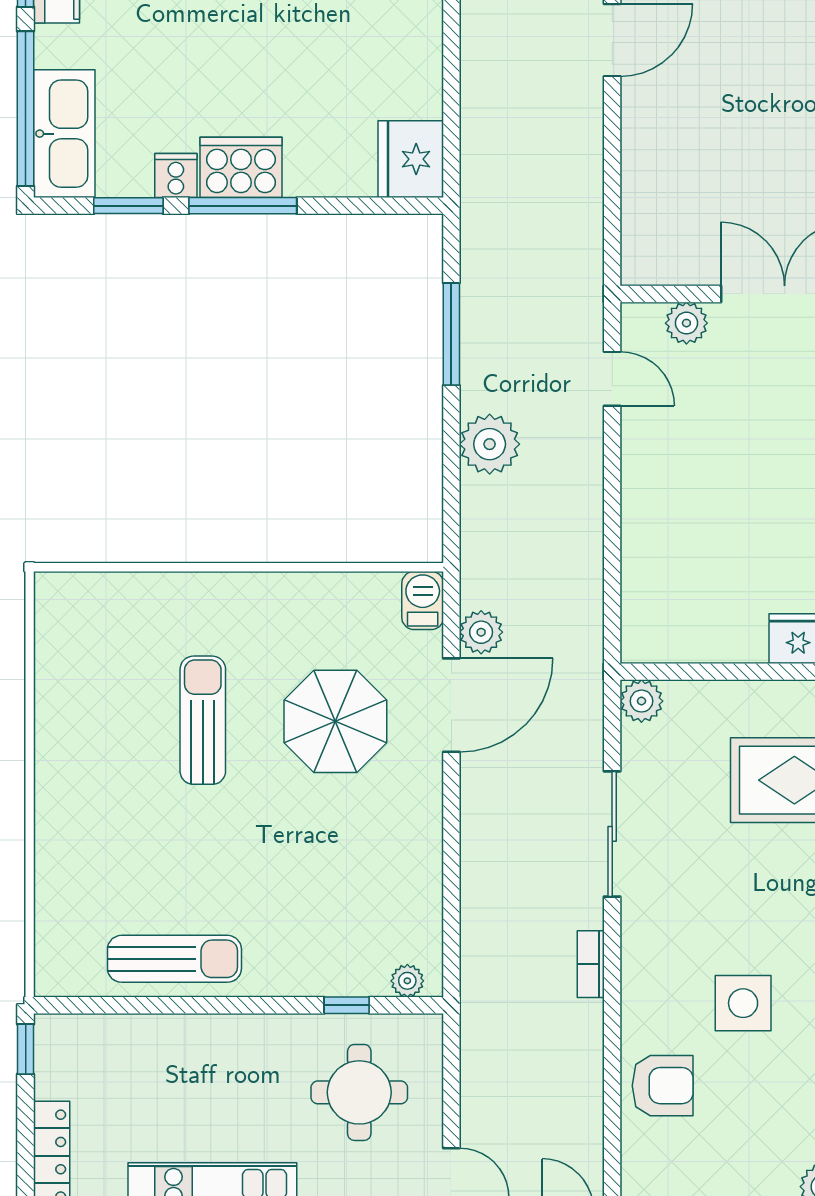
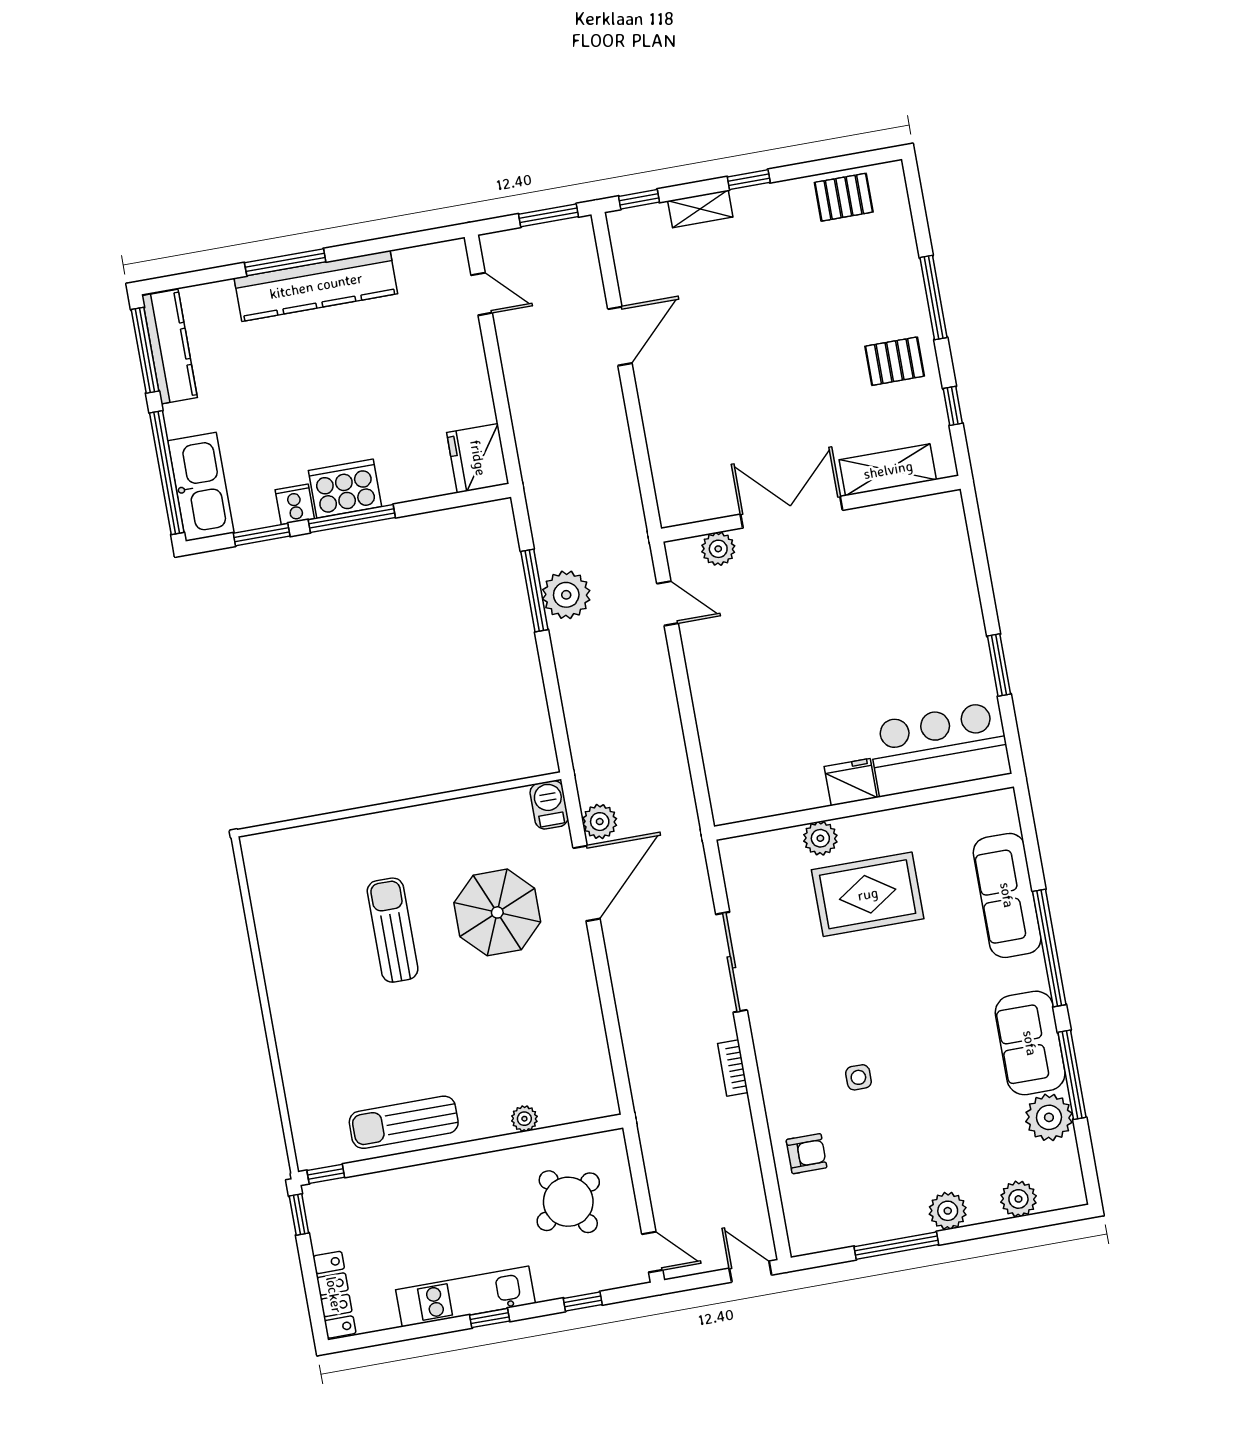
plant: (490, 444) -> (566, 595), moved
plant: (641, 701) -> (820, 838), moved
sun lounger: (174, 959) -> (404, 1122), turned 180
plant: (407, 981) -> (524, 1119), moved
side table: (743, 1003) -> (858, 1077), width x0.54, depth x0.54
window: (347, 1005) -> (326, 1174), moved
armchair: (663, 1086) -> (807, 1154), width x0.72, depth x0.72
round table: (359, 1092) -> (568, 1202), turned -32

